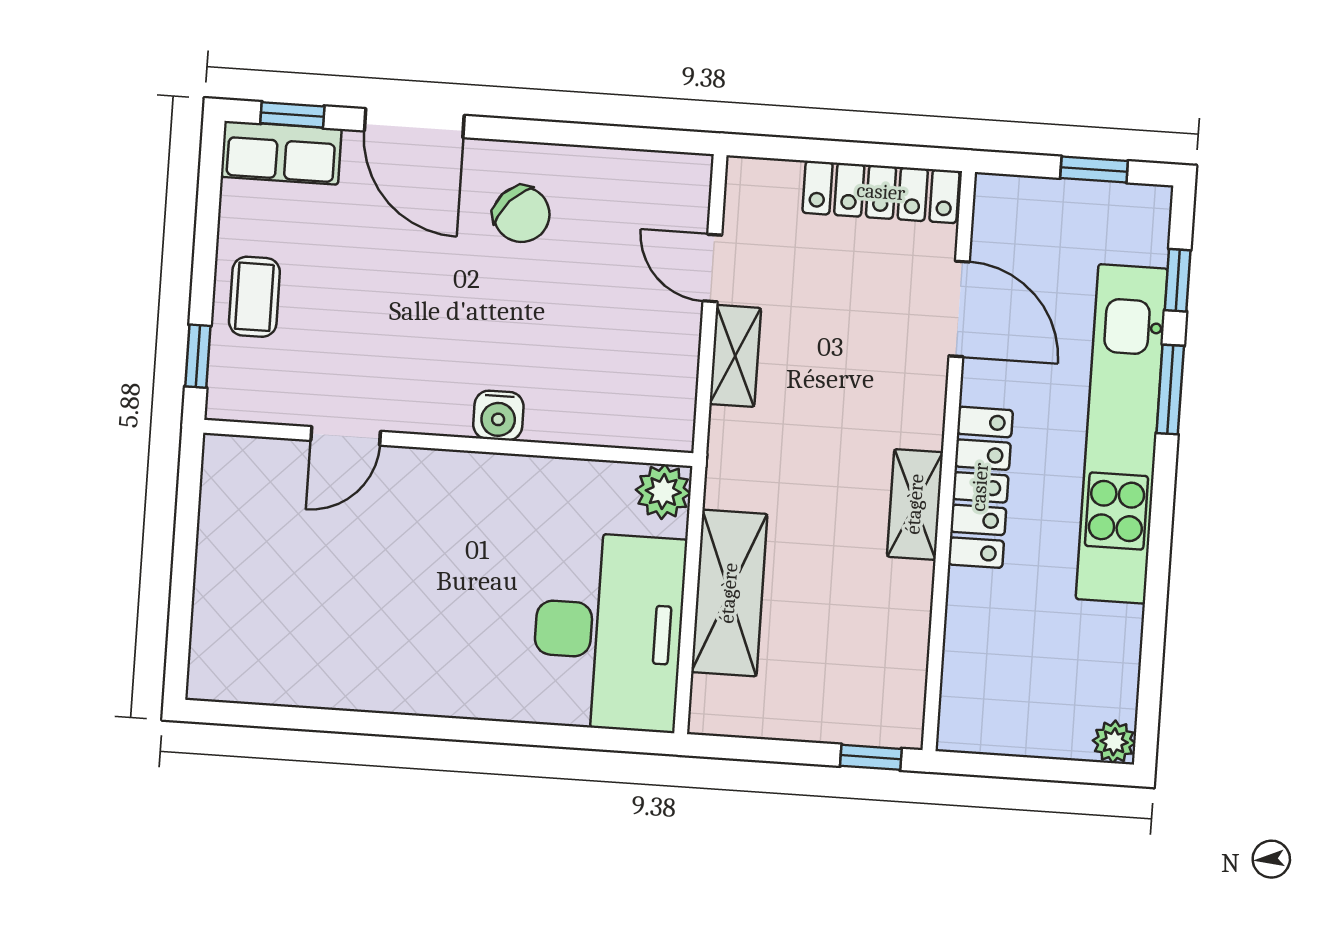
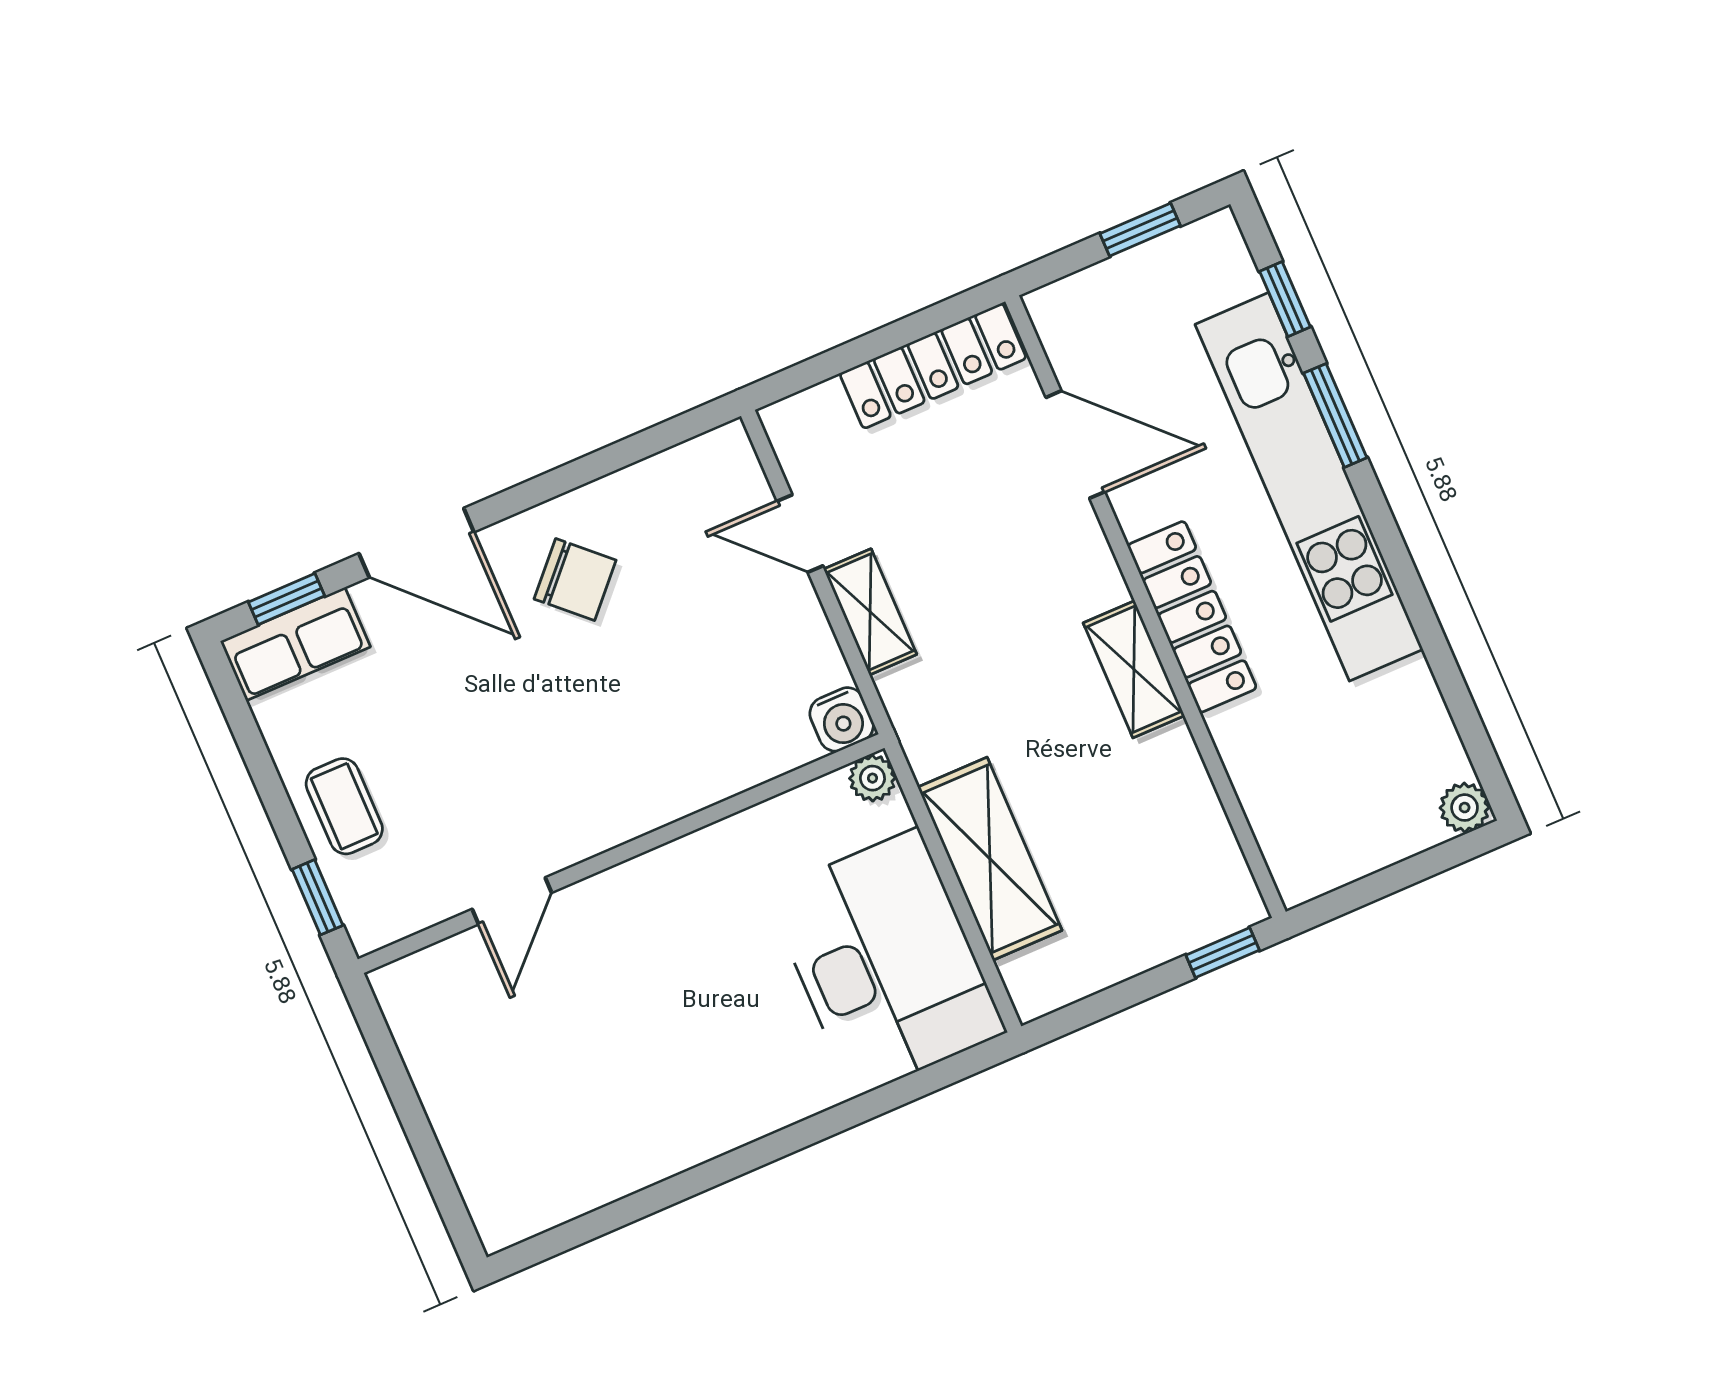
water cooler: (498, 416) -> (842, 719), moved
plant: (663, 492) -> (872, 778), width x0.73, depth x0.73

